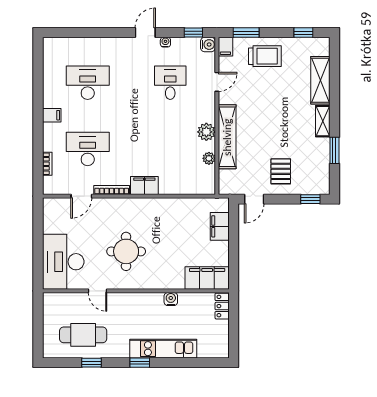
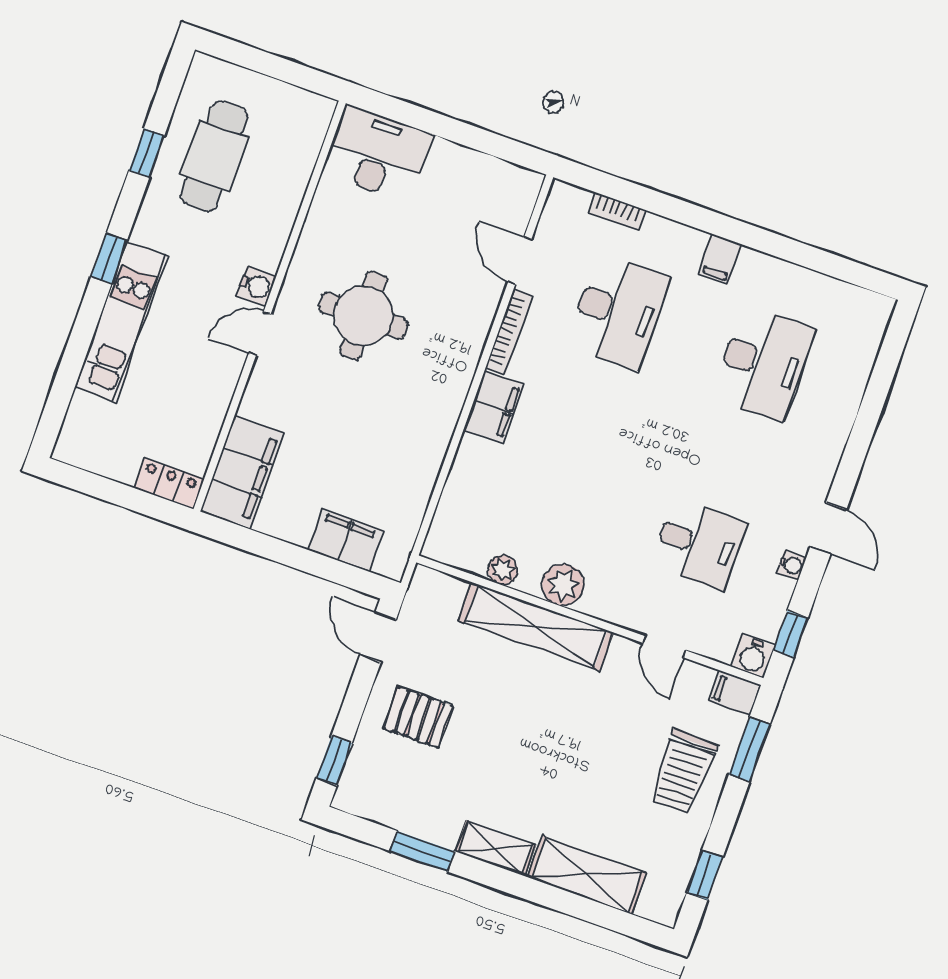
desk: (63, 262) -> (378, 154), width x0.73, depth x0.77
door: (98, 291) -> (260, 333), moved
water cooler: (171, 299) -> (256, 286), moved

